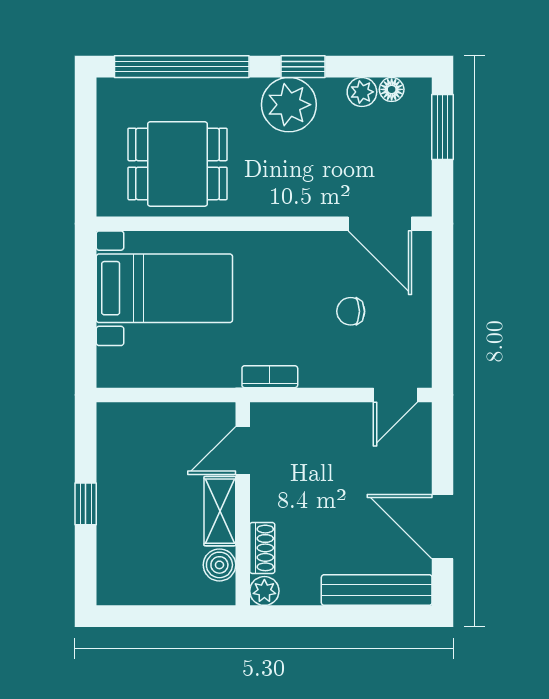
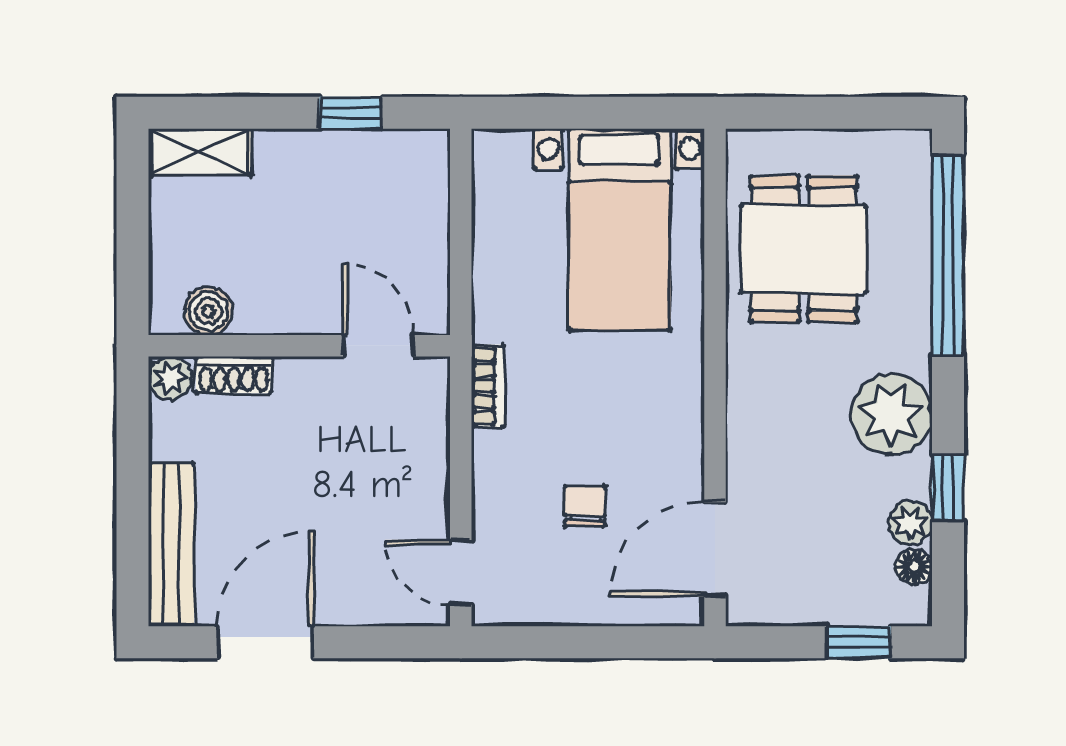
window: (303, 67) -> (948, 488), moved
window: (443, 127) -> (858, 642), width x0.67
window: (86, 504) -> (350, 113), moved
shelving: (220, 511) -> (200, 152), moved

